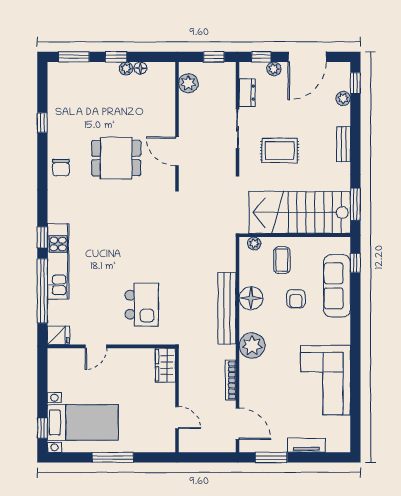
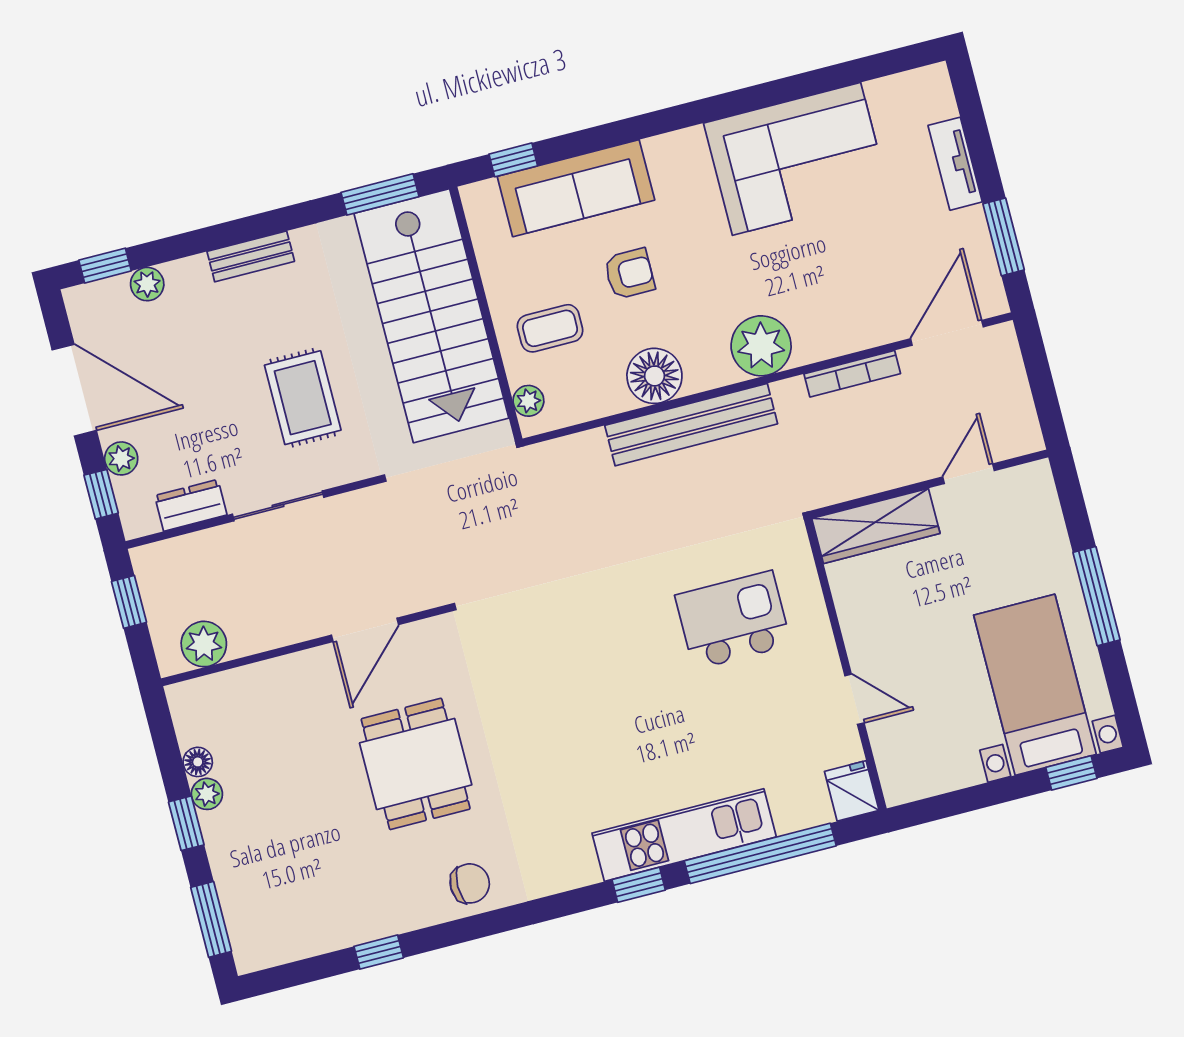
wardrobe: (165, 365) -> (876, 526), width x1.50

